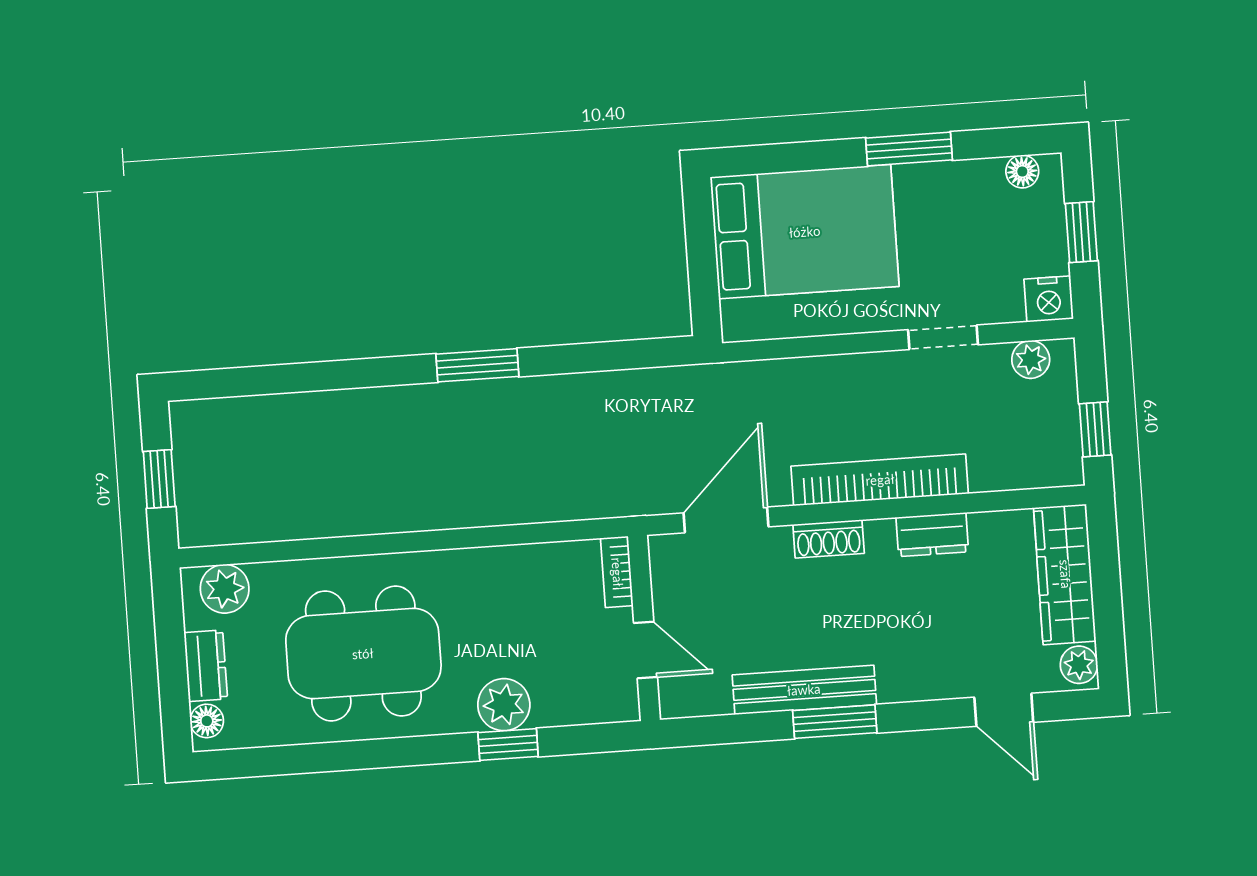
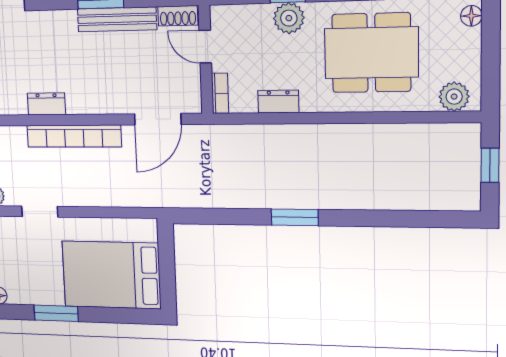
shoe rack: (829, 539) -> (178, 16), moved, turned 180
dresser: (206, 666) -> (278, 101), moved, turned 90

